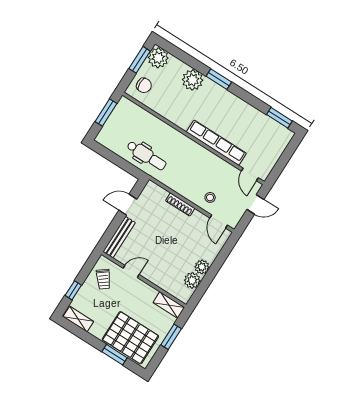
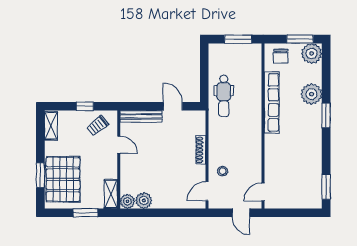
row of seats: (216, 143) -> (272, 102), moved
plant: (202, 267) -> (127, 201), moved
window: (73, 290) -> (85, 106), moved

